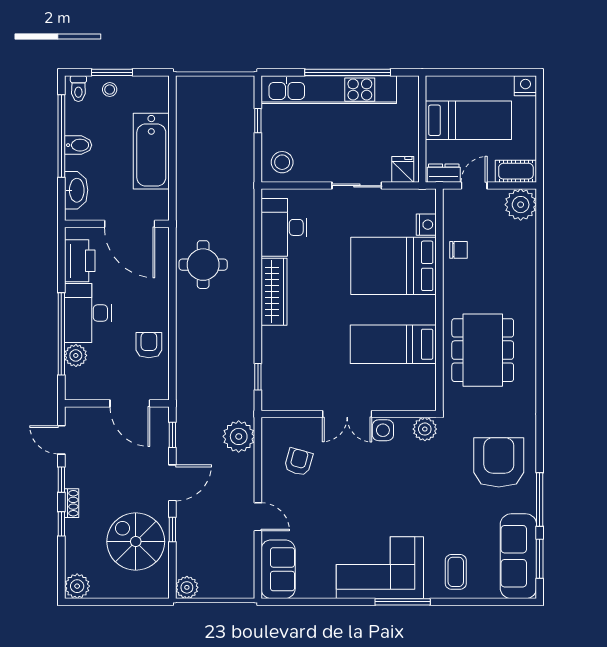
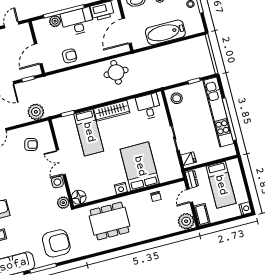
door: (474, 186) -> (190, 196), swing flipped
nightstand: (426, 225) -> (121, 188), moved
desk: (284, 227) -> (149, 106), width x0.73
bed: (393, 344) -> (89, 132), moved, turned 180
floor lamp: (422, 397) -> (79, 197), added

